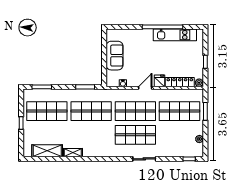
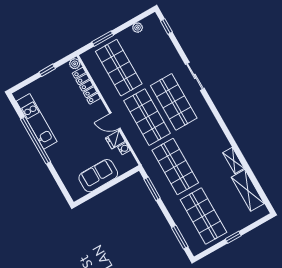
fridge: (160, 81) -> (115, 140), moved

